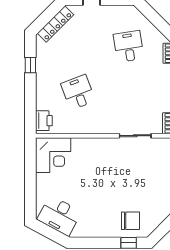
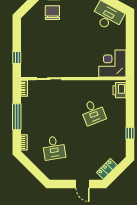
locker: (56, 24) -> (107, 169), width x0.66
chair: (130, 221) -> (52, 13), turned 90

